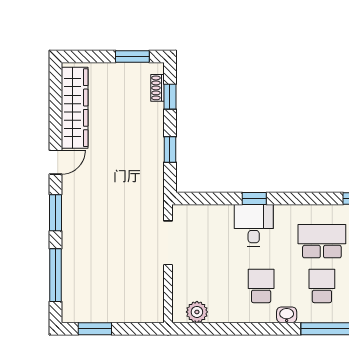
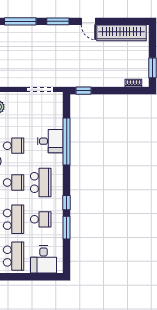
window: (170, 97) -> (128, 91), removed
window: (170, 150) -> (84, 91), moved
window: (254, 198) -> (67, 142), width x3.17

